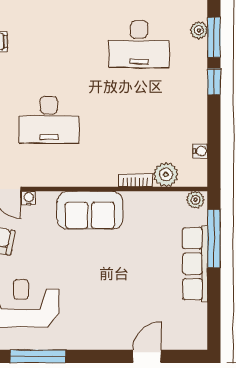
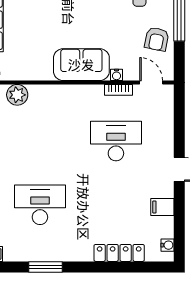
bookcase: (135, 180) -> (118, 90), moved
water cooler: (29, 198) -> (116, 75), moved

